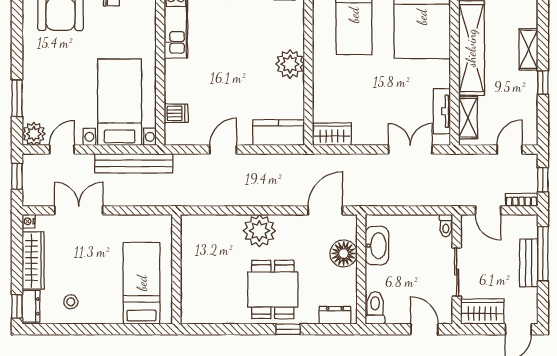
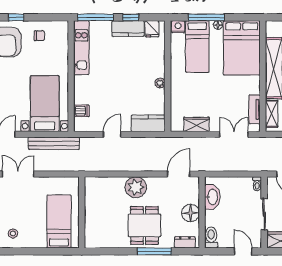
plant: (290, 64) -> (160, 83), width x0.53, depth x0.53
wardrobe: (332, 134) -> (196, 124), moved
floor lamp: (344, 253) -> (191, 213), moved
window: (288, 329) -> (154, 251), width x2.17

